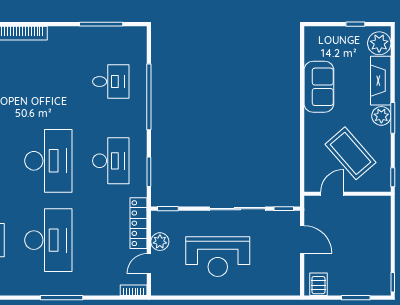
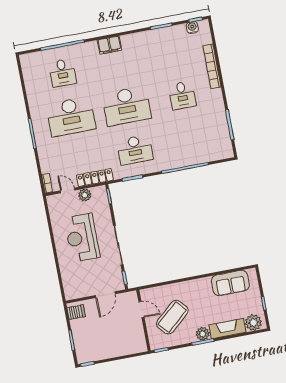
desk: (111, 82) -> (182, 95), moved
sofa: (319, 87) -> (230, 283), moved

